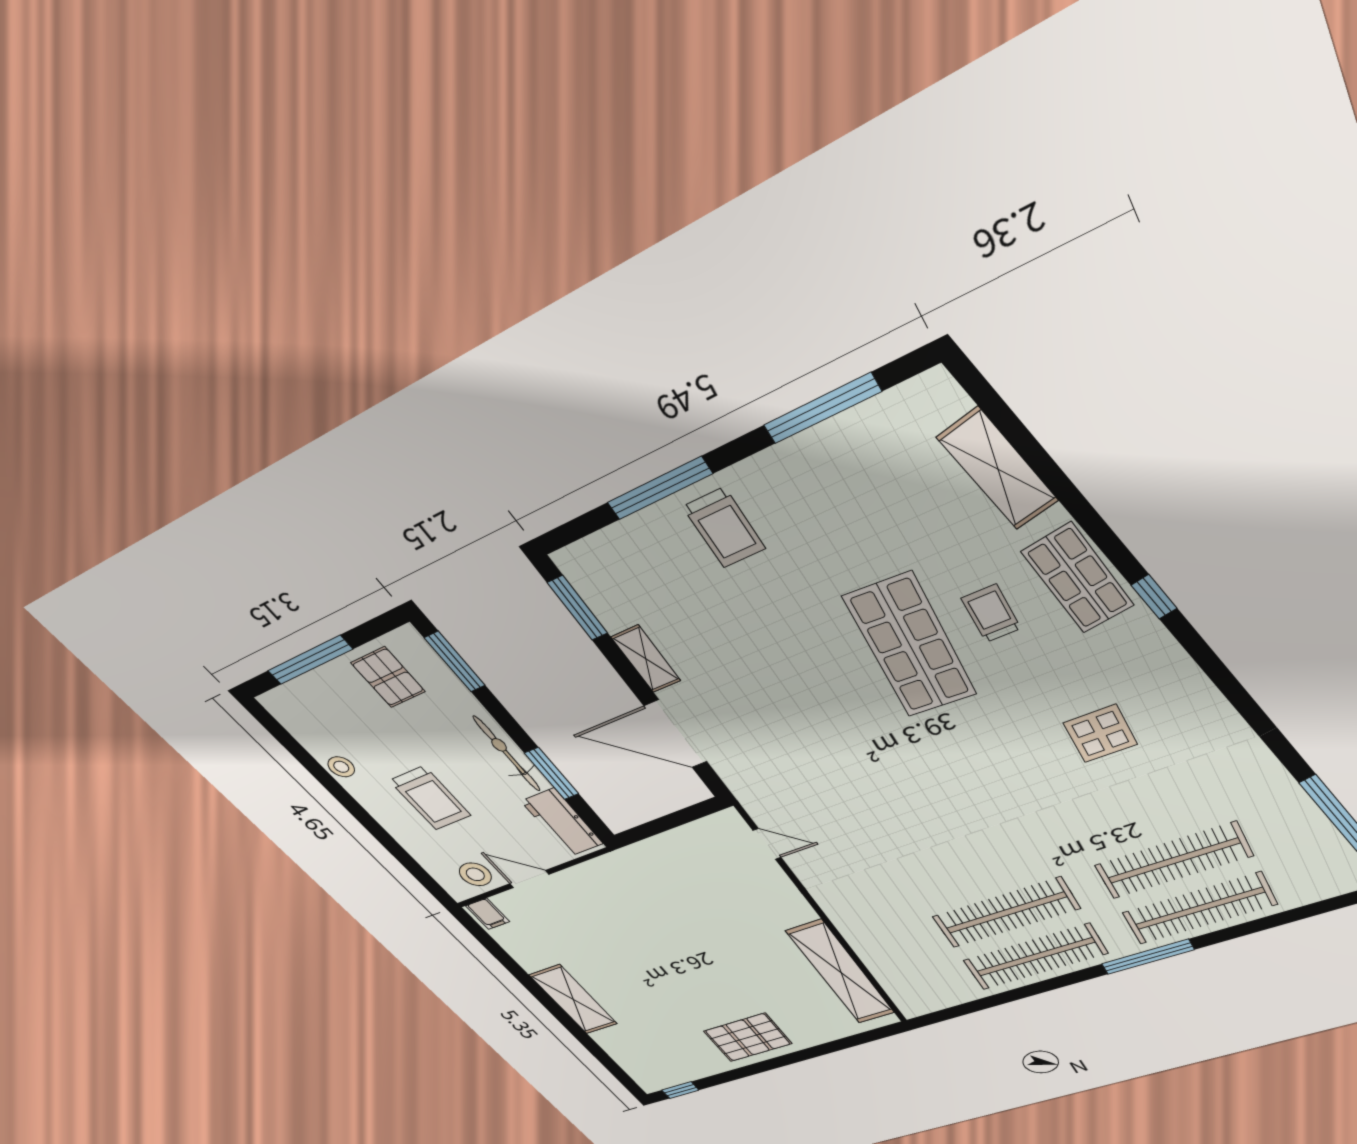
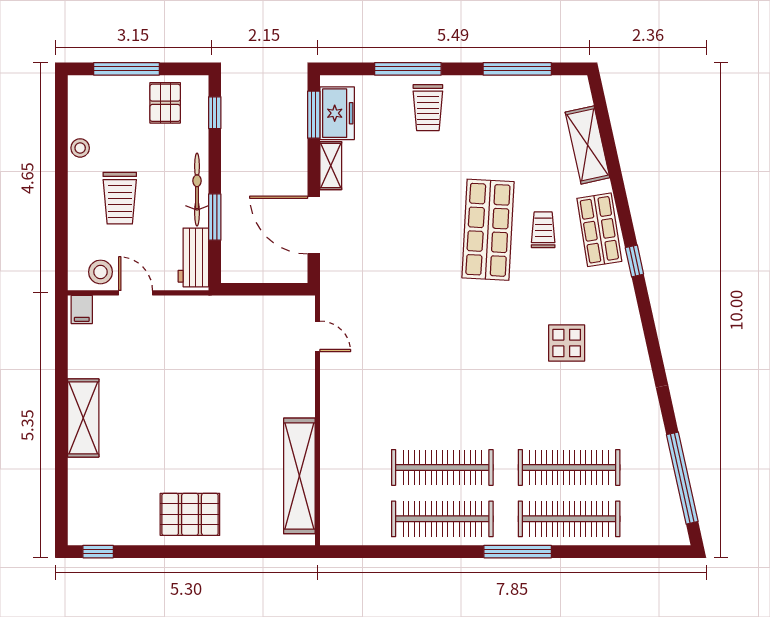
freezer: (606, 592) -> (337, 113), added
window: (455, 662) -> (215, 113), width x0.67

